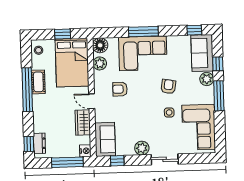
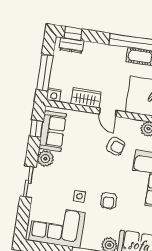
armchair: (168, 87) -> (109, 201), turned 80
armchair: (120, 89) -> (116, 146), turned 109
door: (92, 101) -> (108, 112), swing flipped
sofa: (105, 139) -> (53, 131), moved, turned -90

